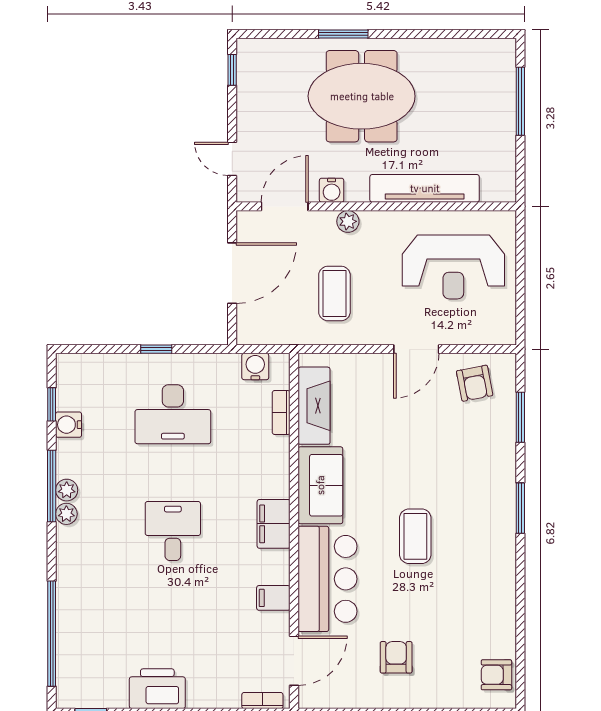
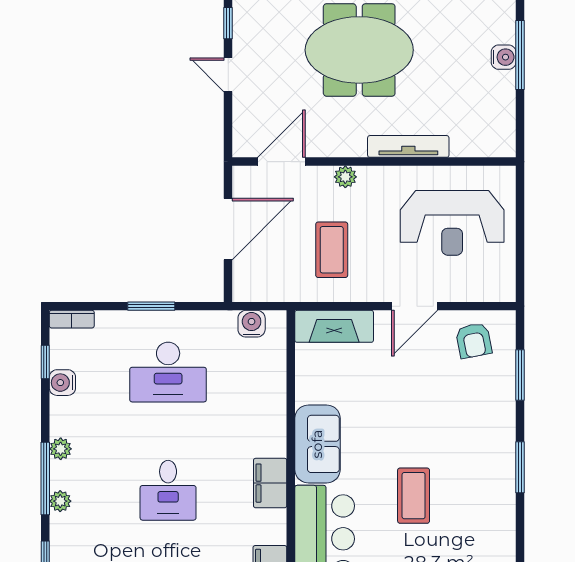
door: (232, 159) -> (228, 75), moved
tv unit: (425, 188) -> (408, 146), width x0.73, depth x0.78
water cooler: (332, 190) -> (504, 57), moved, turned -90
window: (156, 349) -> (151, 306), width x1.50
fireplace: (314, 406) -> (334, 326), moved, turned 90
bookcase: (281, 413) -> (72, 319), moved, turned -90
window: (52, 486) -> (45, 479), moved
plant: (66, 514) -> (60, 501), moved
desk: (173, 531) -> (168, 490), turned 180

